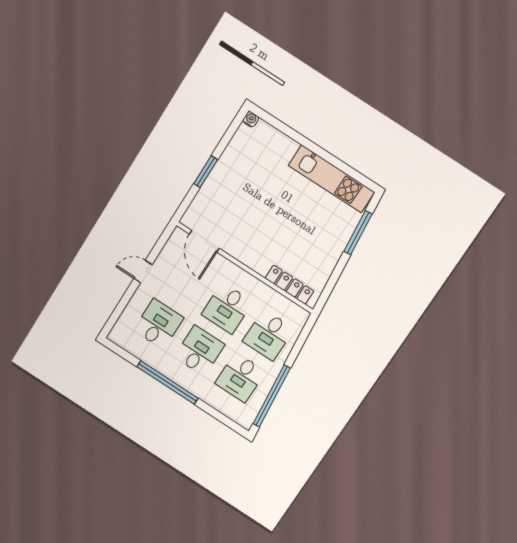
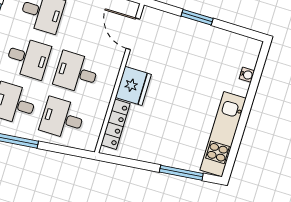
water cooler: (251, 119) -> (247, 75), moved
door: (204, 241) -> (133, 34), hinge flipped
fridge: (256, 256) -> (133, 86), added

